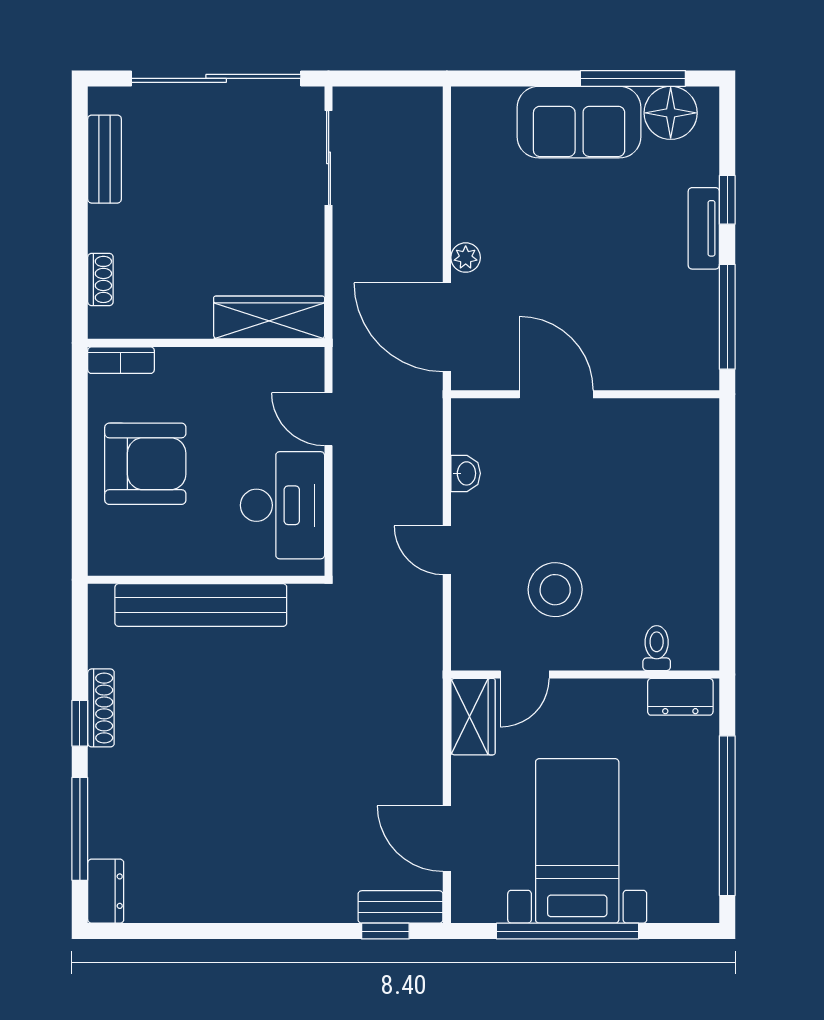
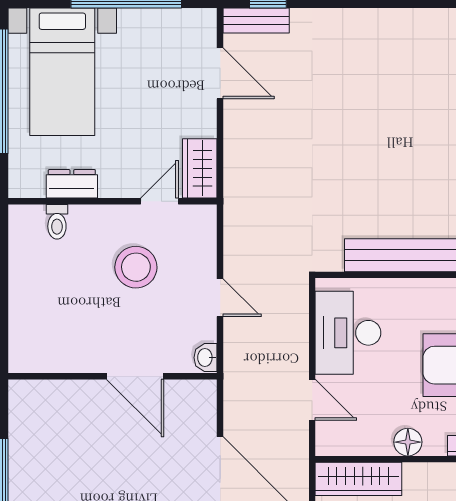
floor lamp: (205, 365) -> (408, 442), added
door: (556, 394) -> (135, 376), moved
wall: (585, 394) -> (113, 376), moved
dresser: (680, 697) -> (72, 184), moved
bed with nightstands: (577, 841) -> (62, 72), moved

